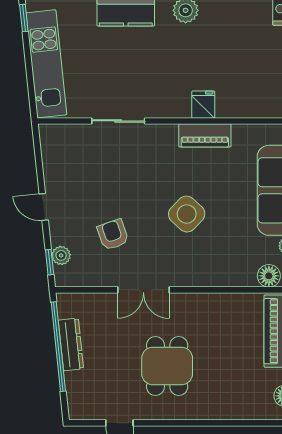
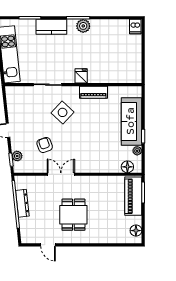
fridge: (203, 105) -> (81, 76), moved
side table: (187, 214) -> (63, 112), moved
double door: (143, 290) -> (61, 174), swing flipped

